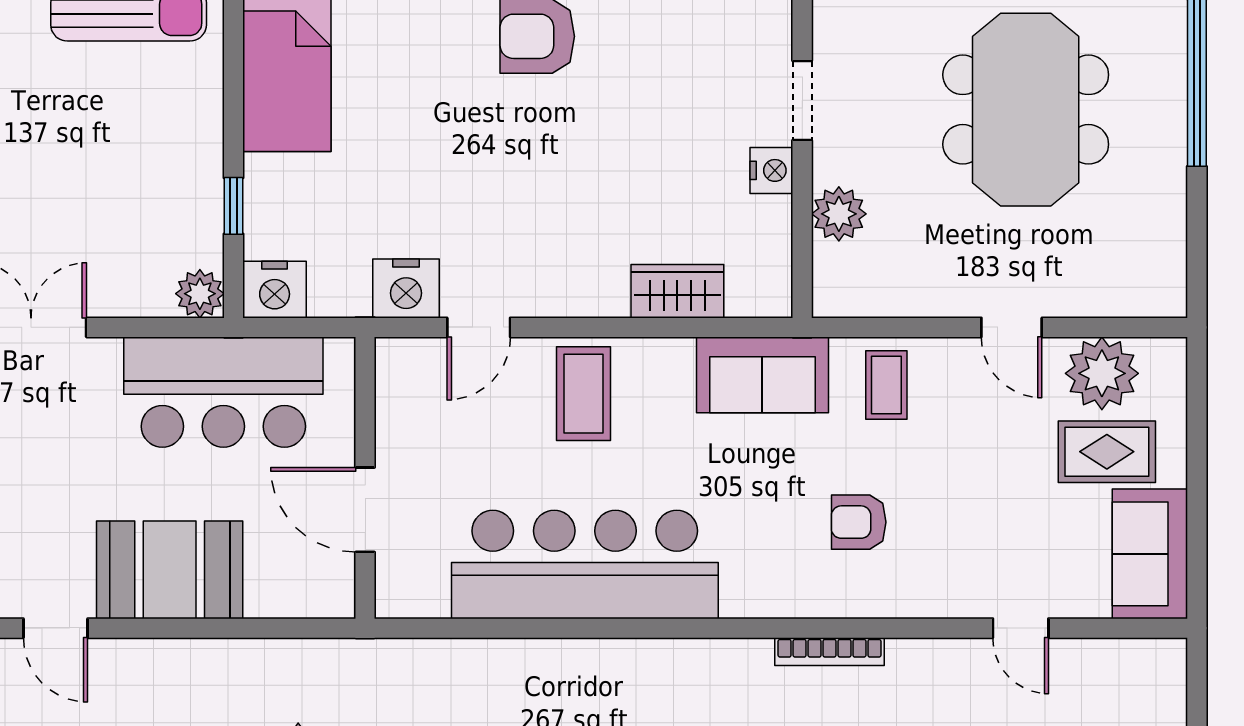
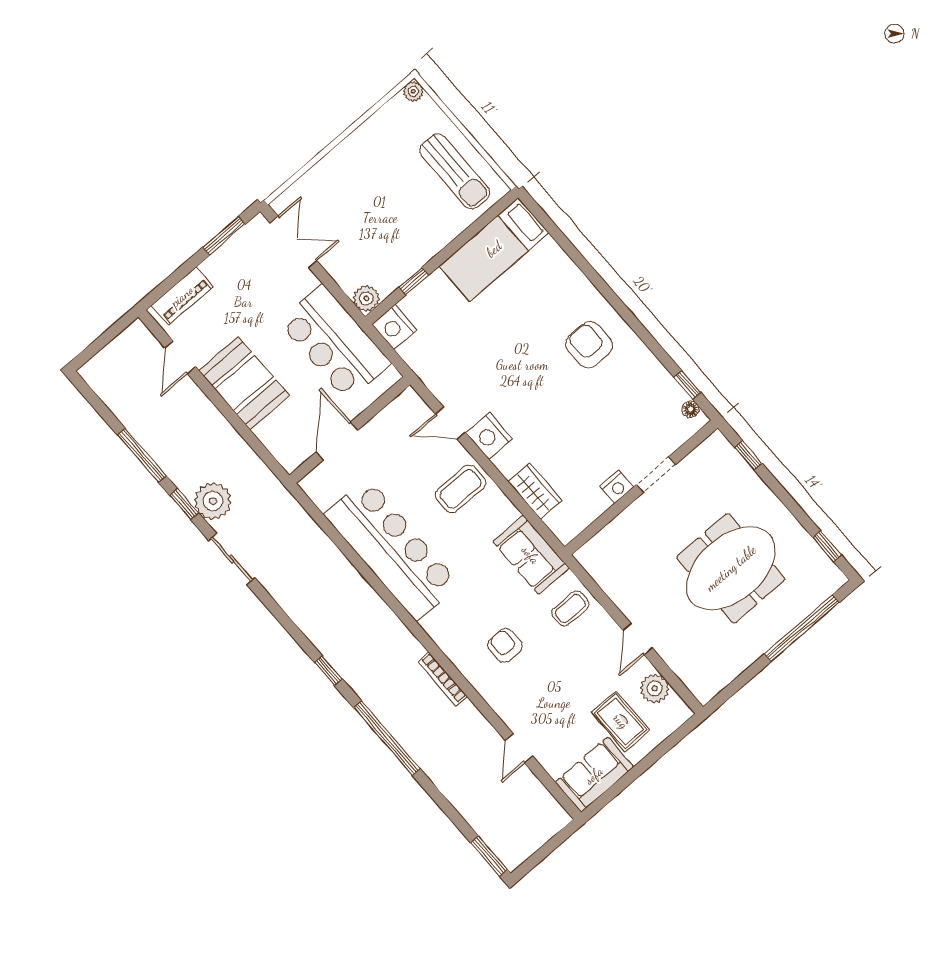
plant: (839, 214) -> (623, 529), removed
nightstand: (406, 288) -> (489, 436), moved
plant: (1102, 373) -> (655, 688), width x0.73, depth x0.73

